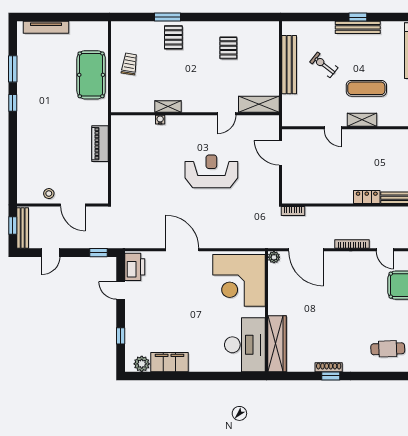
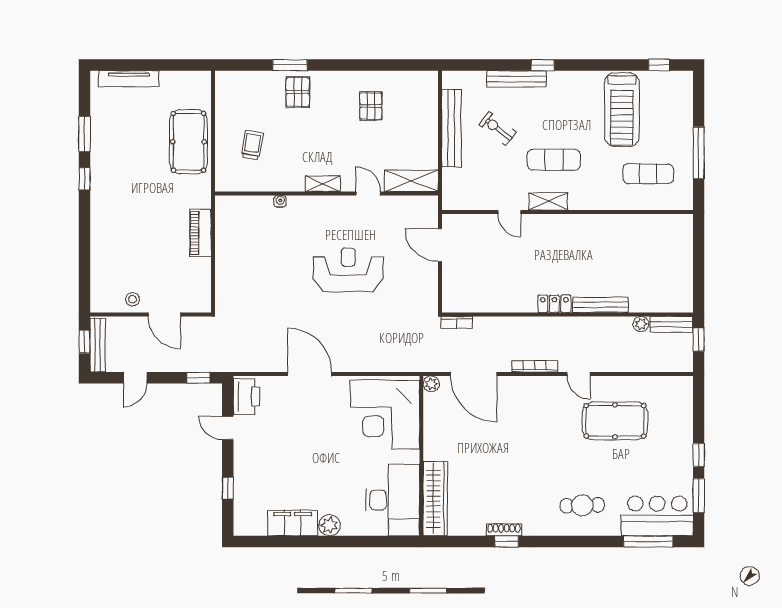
bench: (358, 27) -> (516, 79), moved
trolley: (129, 64) -> (252, 145), moved
shelving: (168, 106) -> (323, 184), moved
door: (227, 114) -> (368, 193), swing flipped
plant: (142, 364) -> (329, 525), moved

